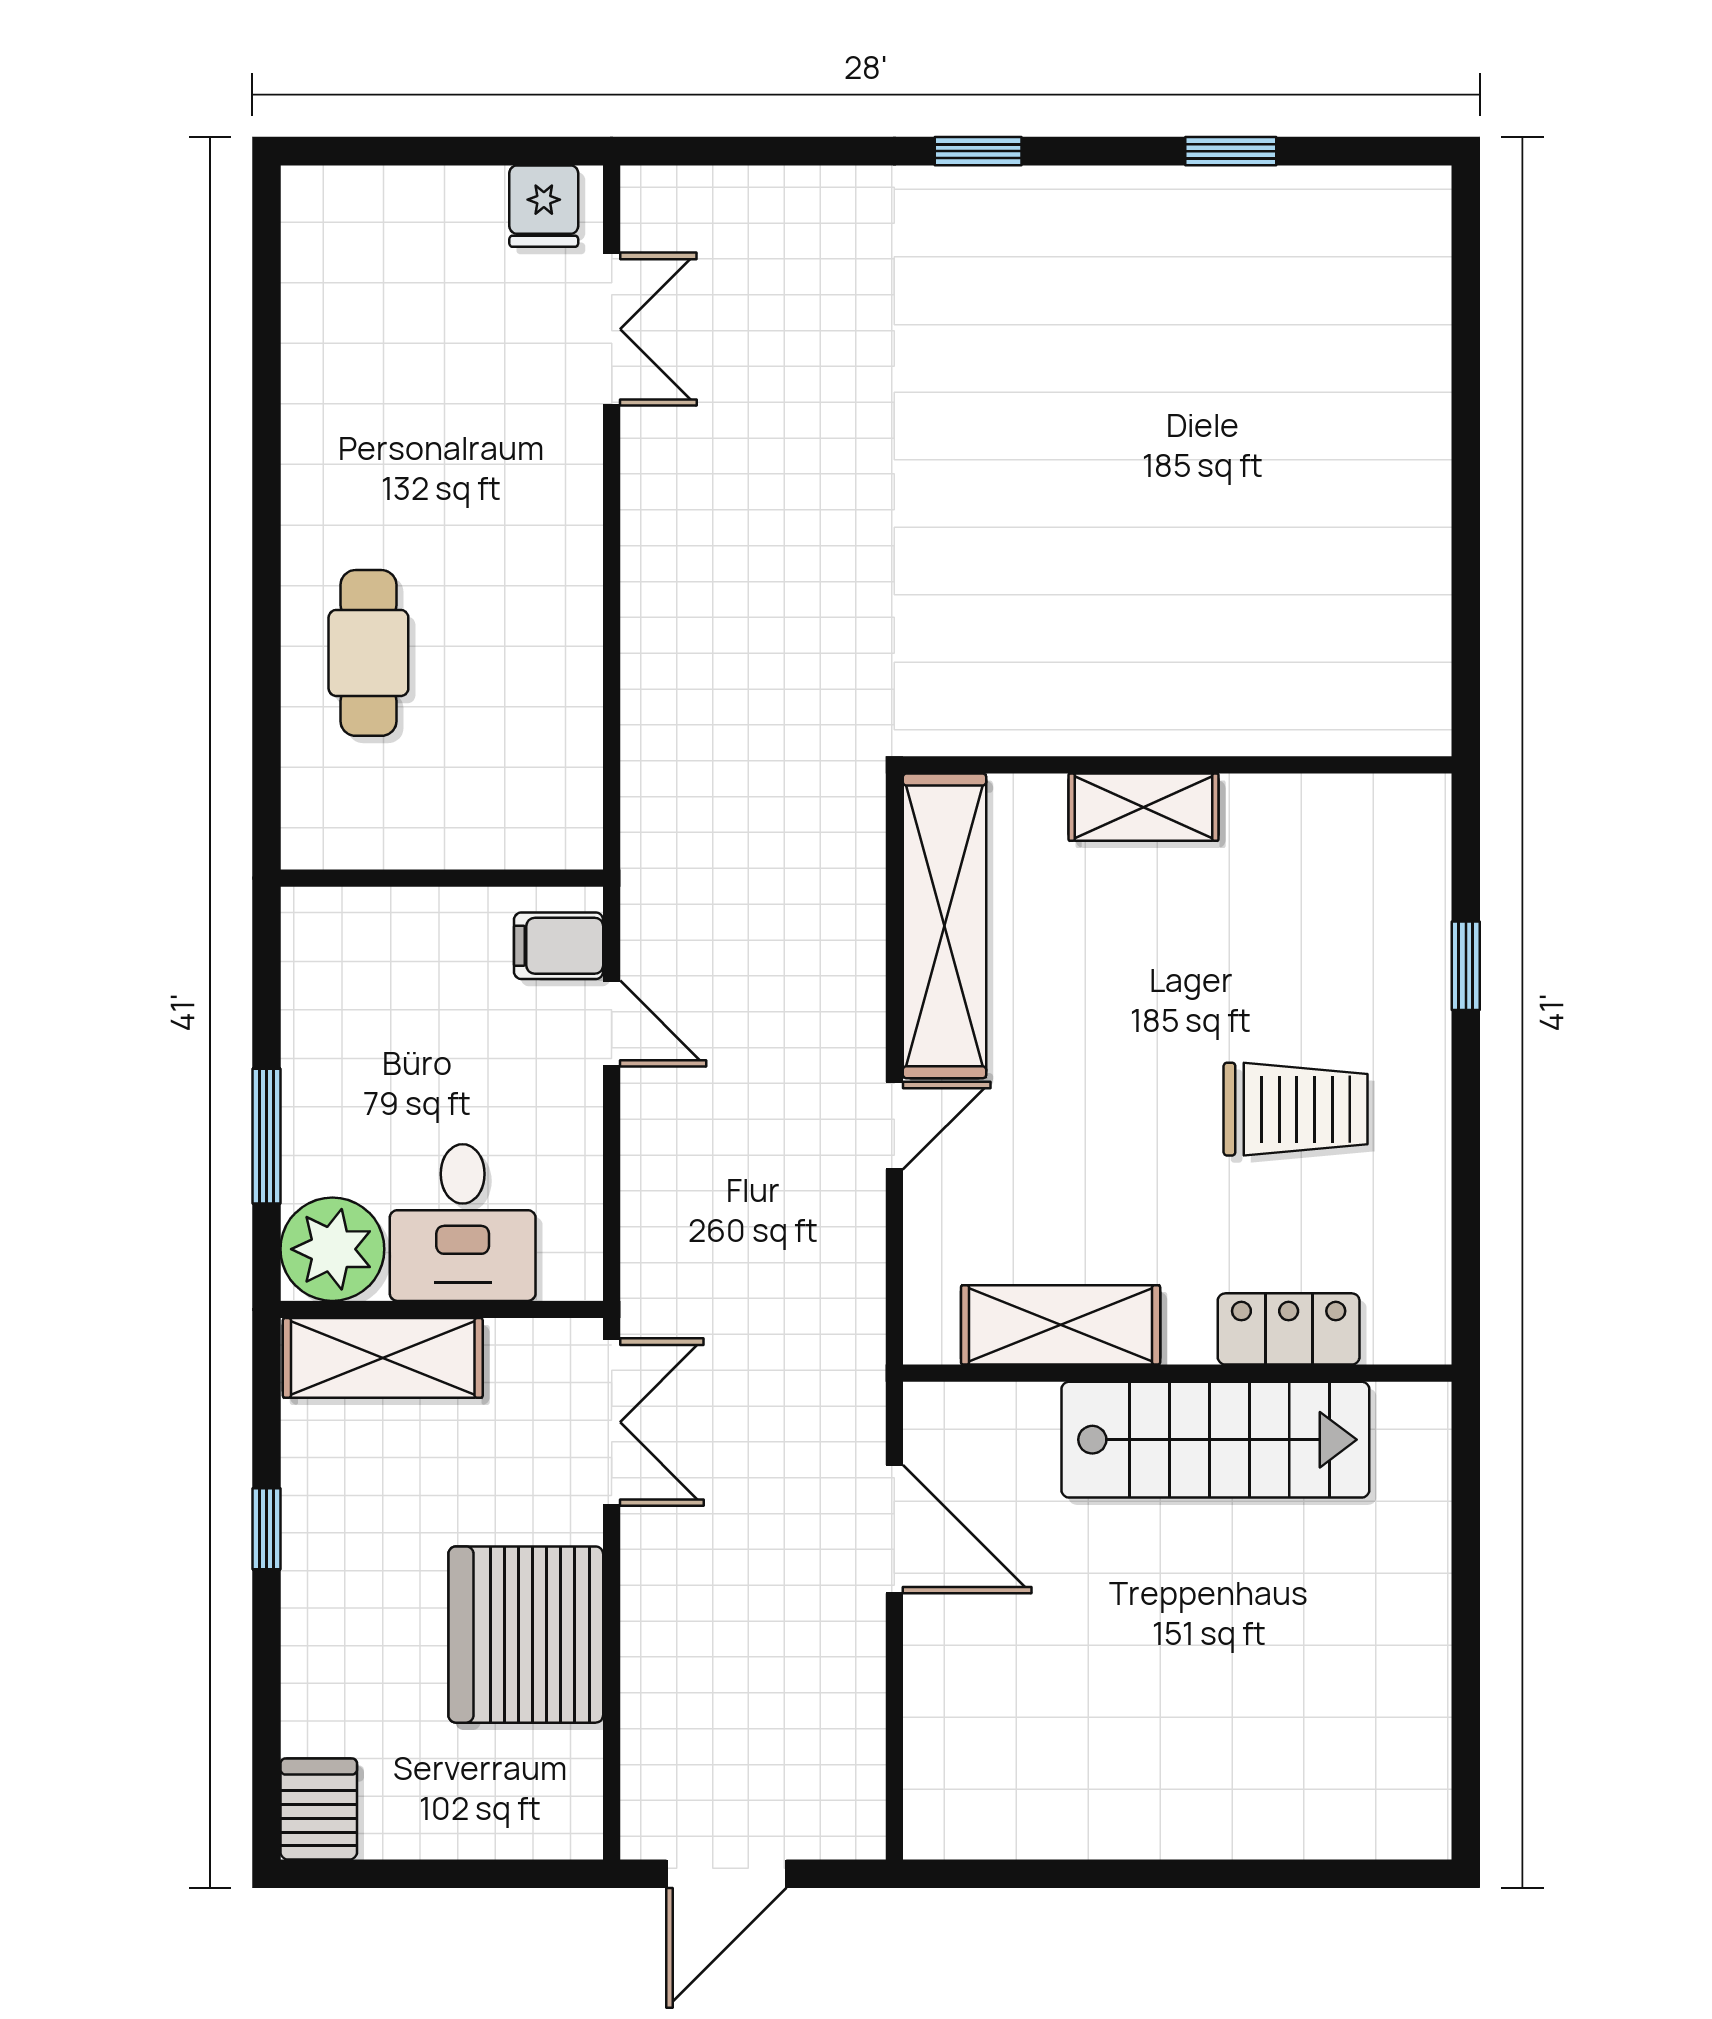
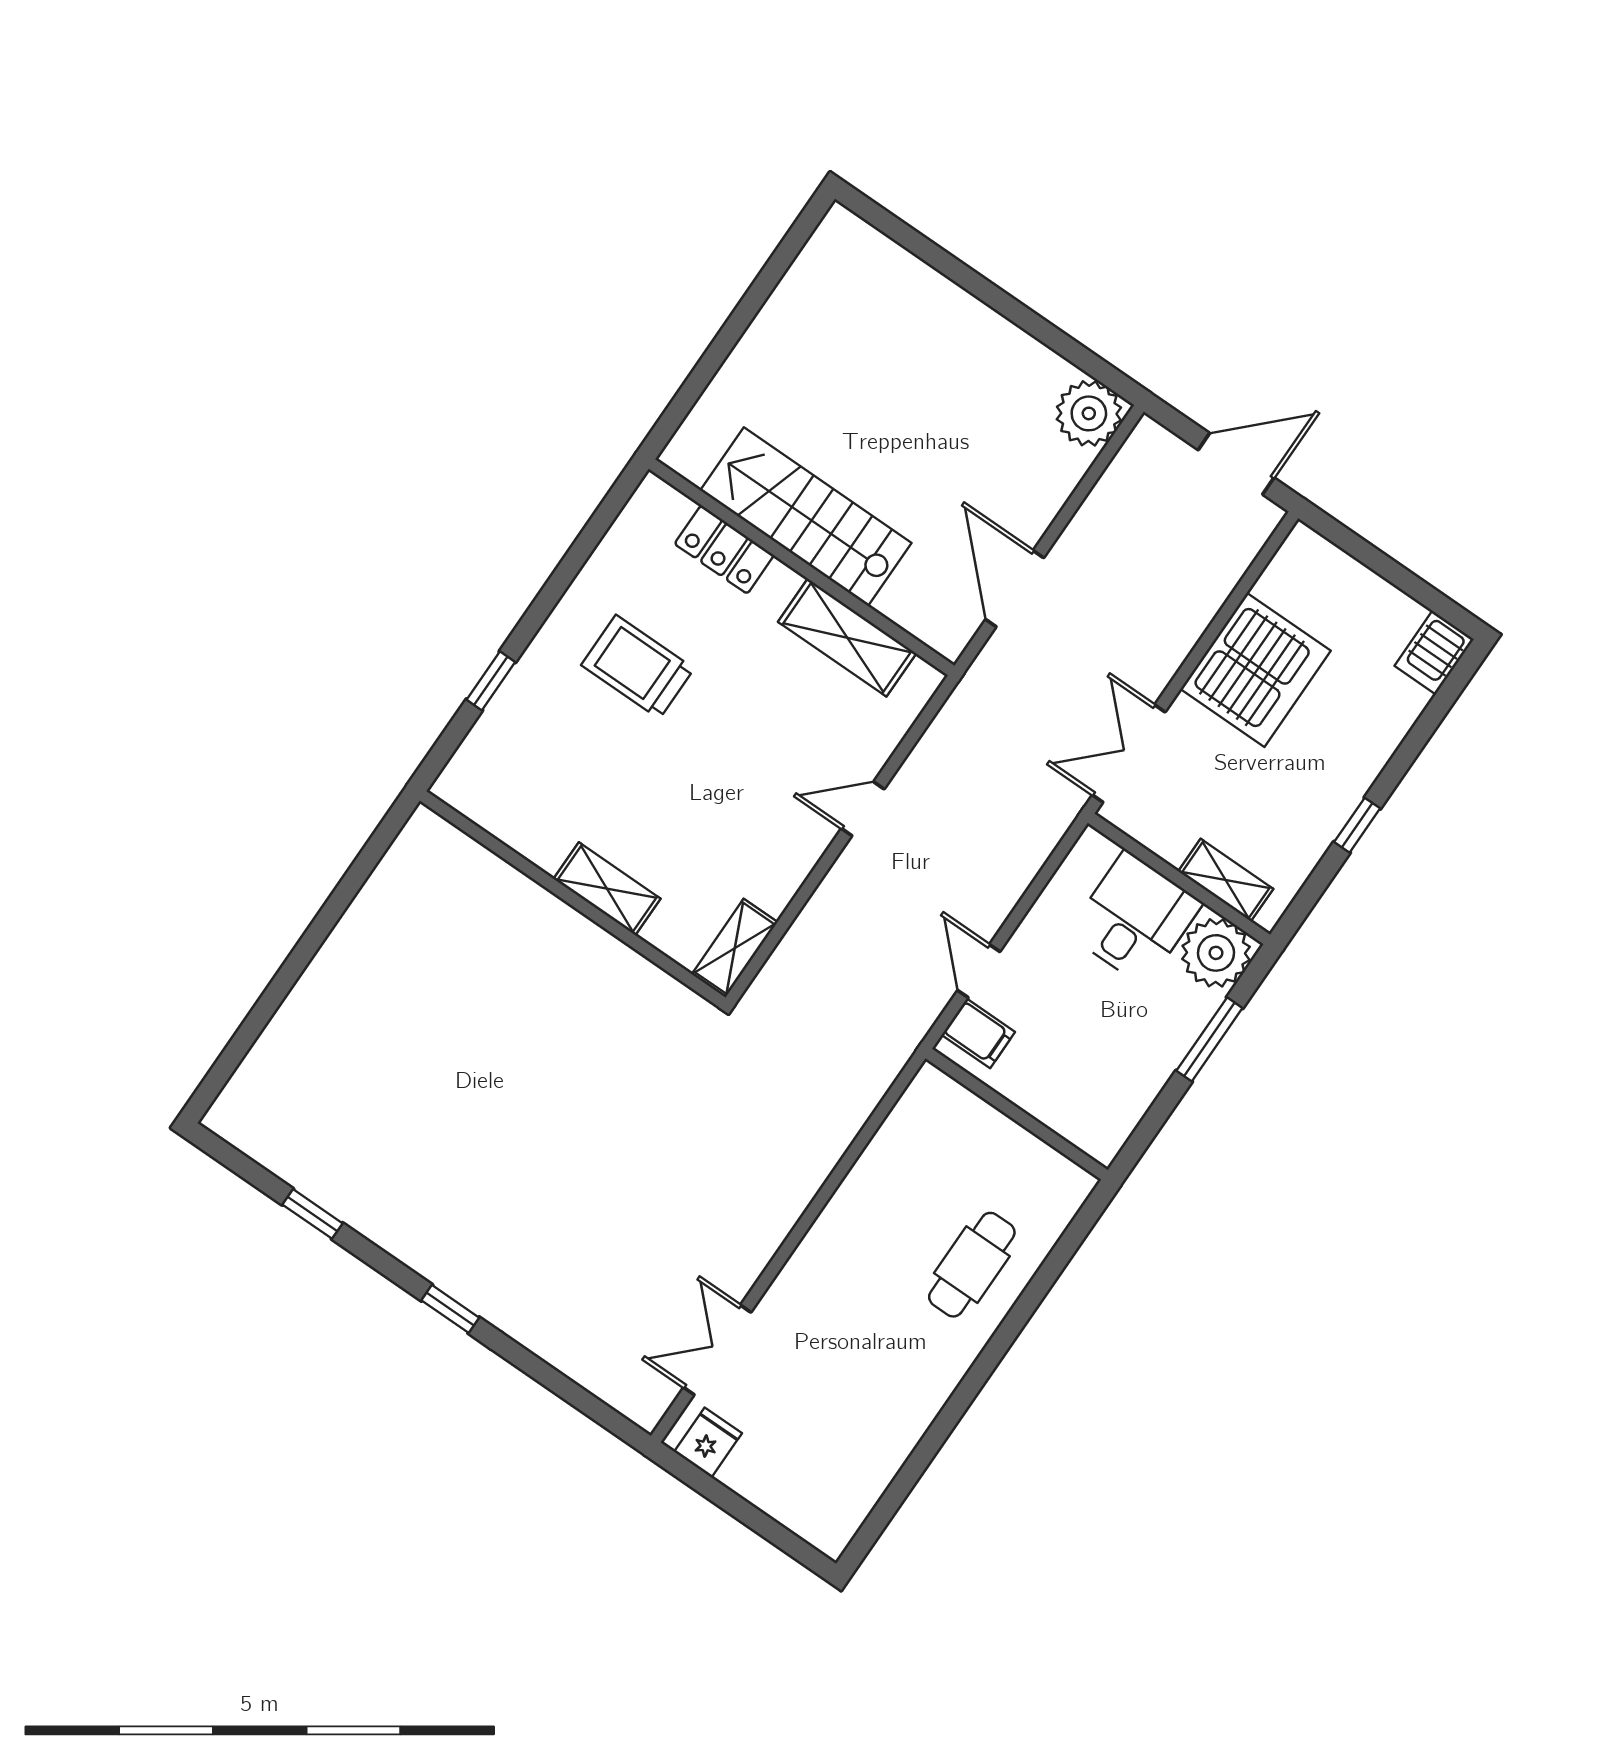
shelving: (944, 926) -> (735, 948), width x0.45, depth x0.75
shelving: (383, 1358) -> (1226, 880), width x0.67, depth x0.75
plant: (952, 1810) -> (1089, 413), added

